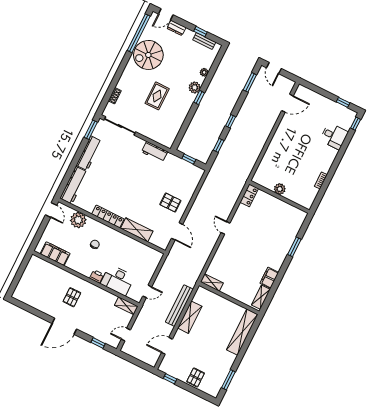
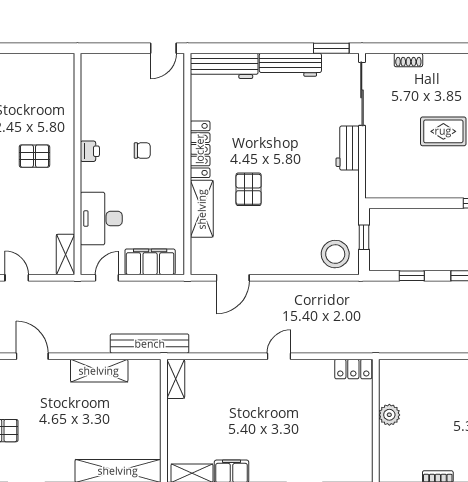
workbench: (155, 152) -> (348, 148), moved
stool: (190, 177) -> (335, 254), added
pallet: (170, 203) -> (249, 189), moved
plant: (78, 220) -> (169, 102), removed
filing cabinet: (55, 254) -> (150, 262), moved, turned -90
printer: (97, 276) -> (90, 151), moved
door: (147, 291) -> (107, 278), swing flipped
bench: (179, 306) -> (150, 344), moved

